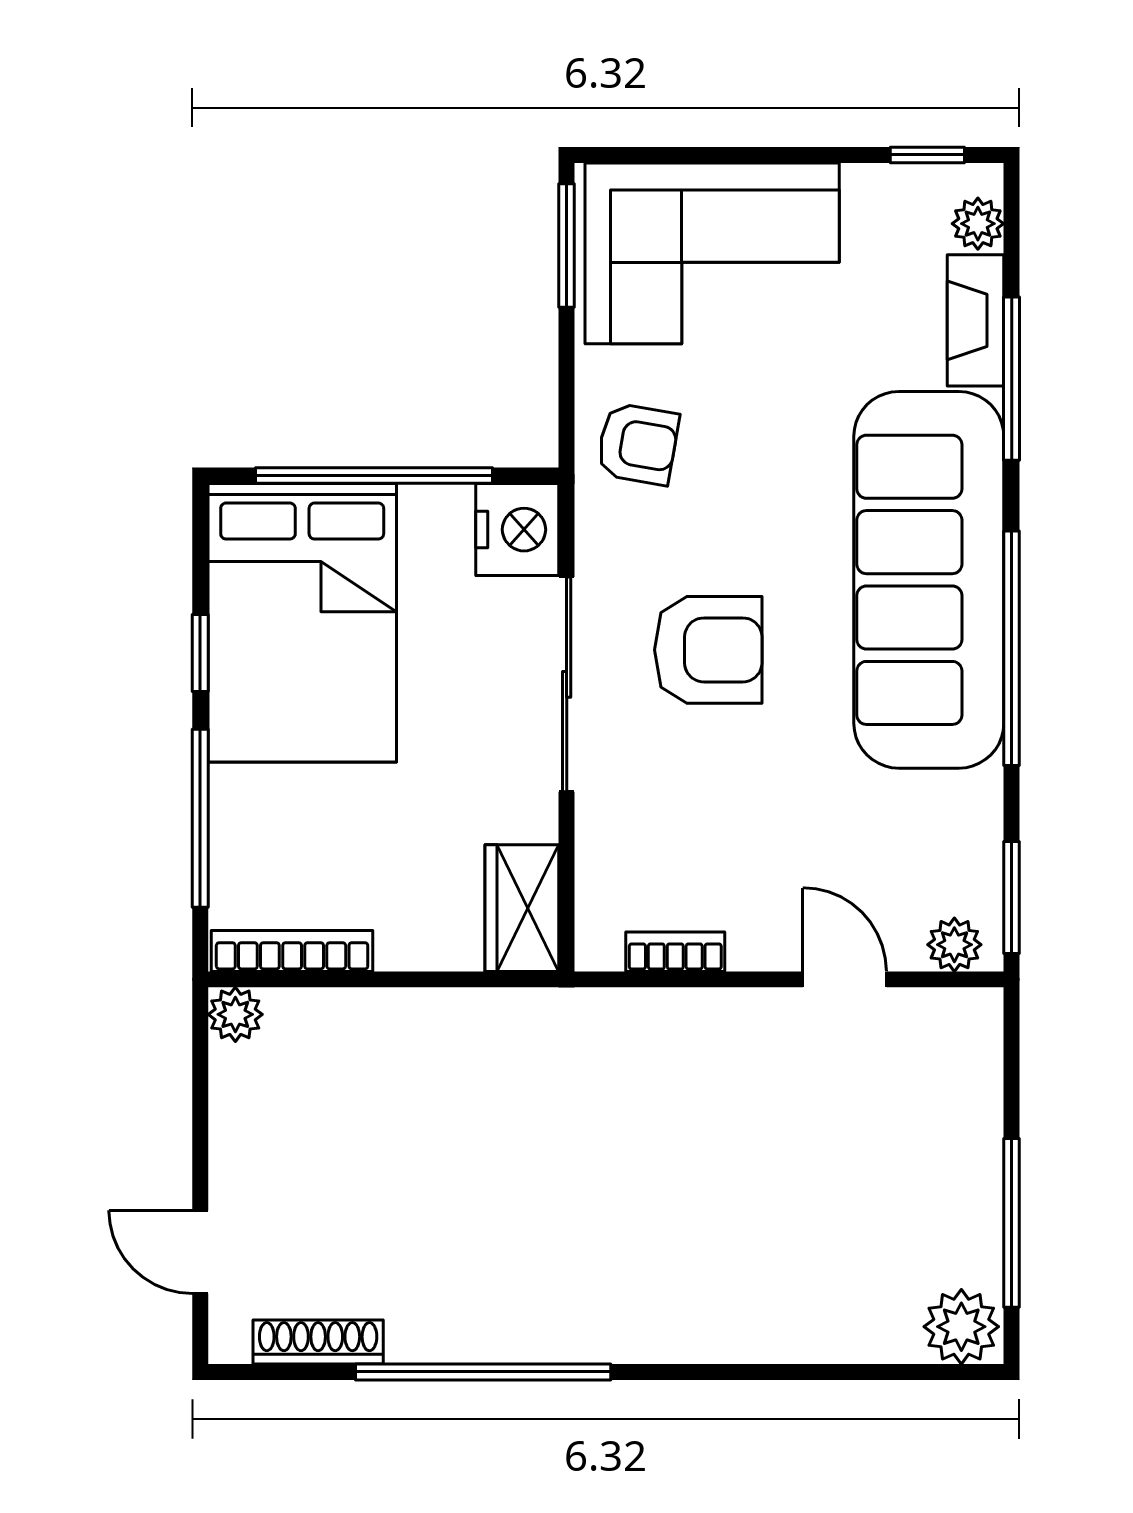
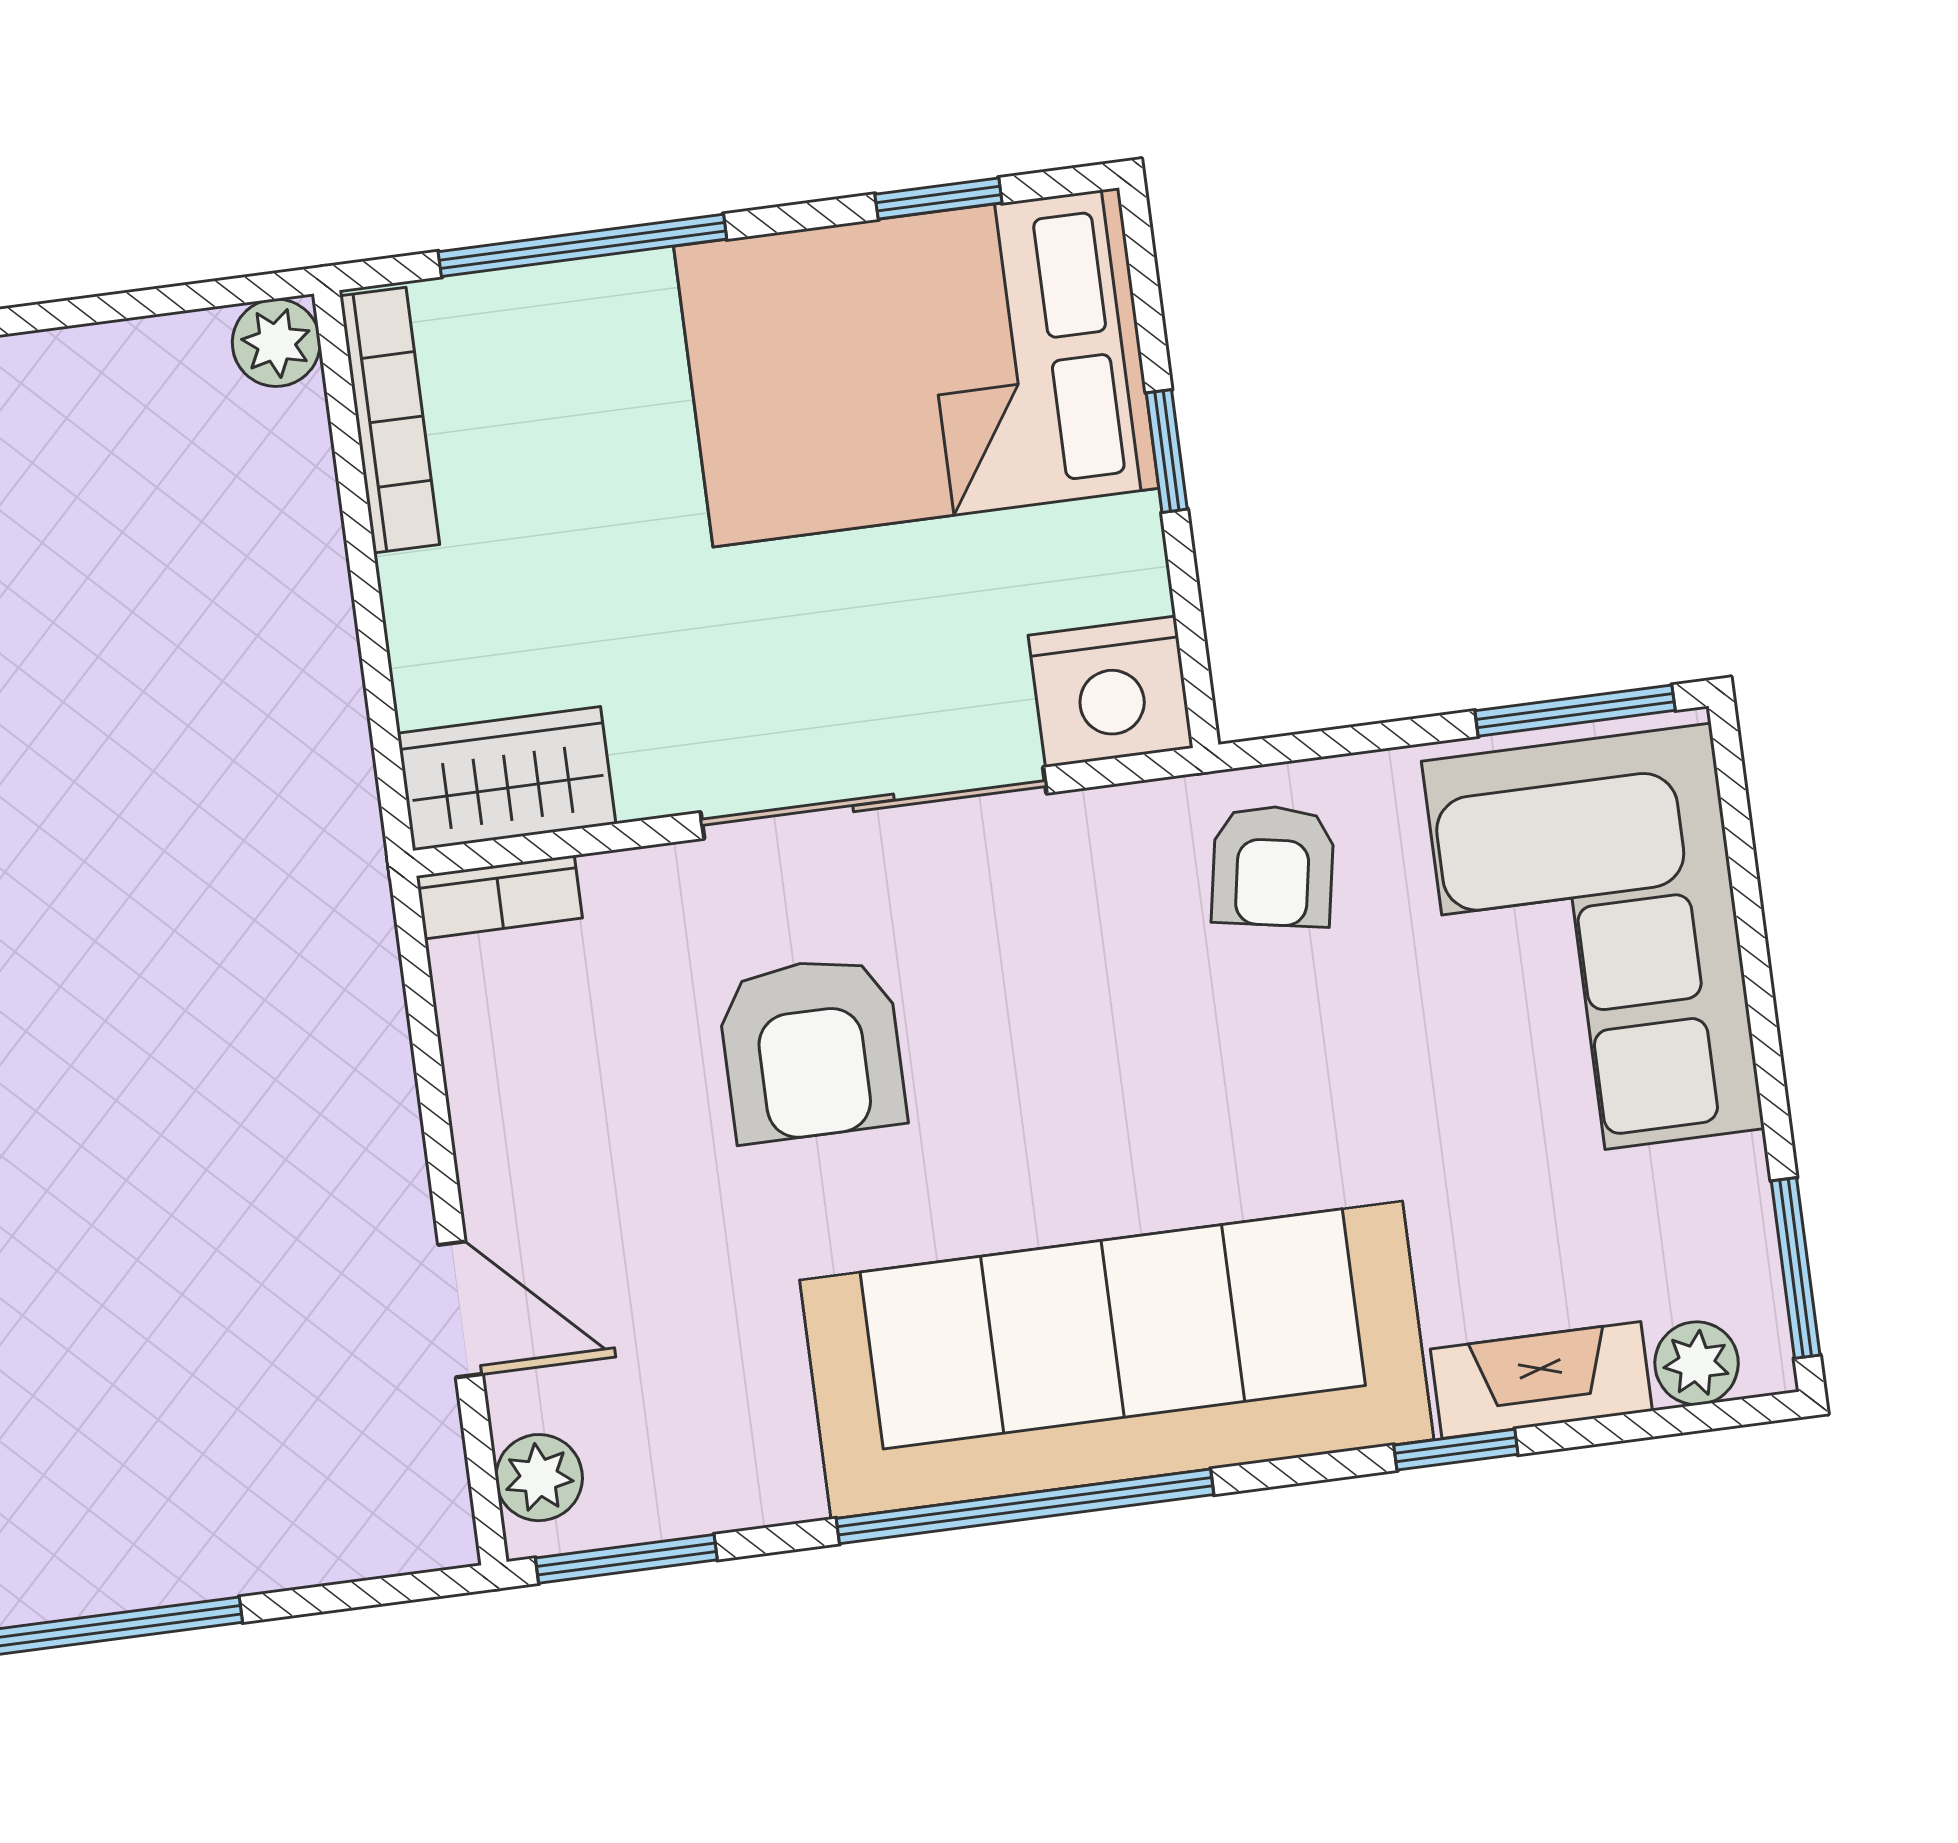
window: (927, 155) -> (1796, 1268), width x1.50
window: (1012, 379) -> (1456, 1450), width x0.46
window: (374, 476) -> (1167, 451), width x0.32
armchair: (708, 650) -> (812, 1049), moved
window: (200, 653) -> (938, 199), moved
bookcase: (675, 952) -> (499, 897), moved, turned 90
door: (845, 979) -> (461, 1309), hinge flipped

